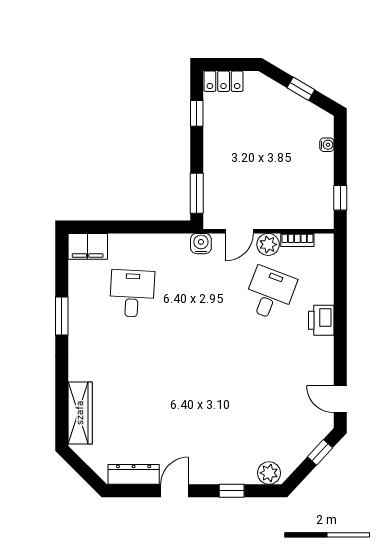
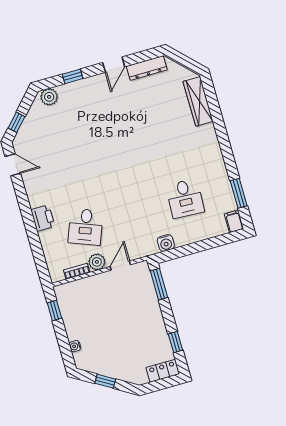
water cooler: (201, 244) -> (166, 243), moved
filing cabinet: (88, 246) -> (234, 221), width x0.50
window: (62, 316) -> (239, 193), moved

